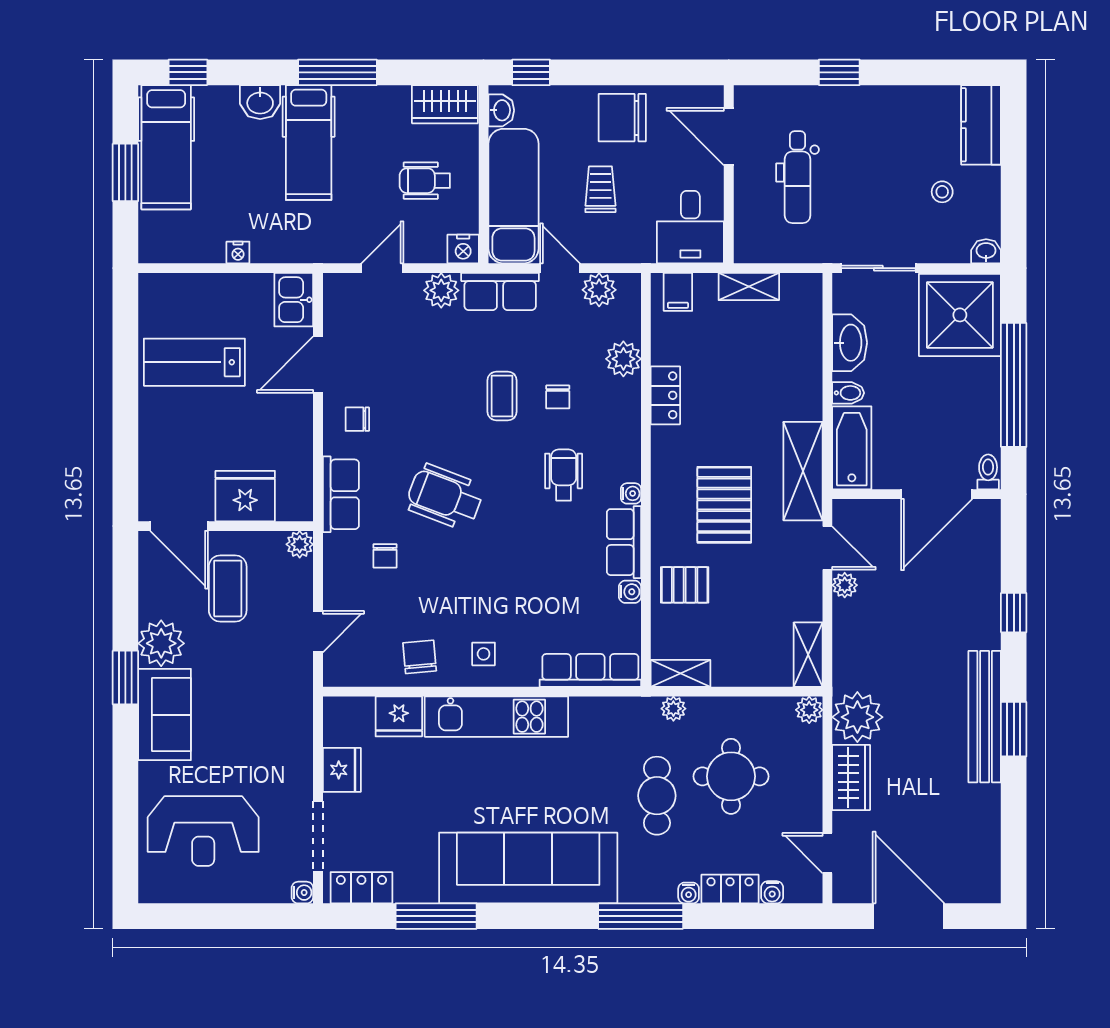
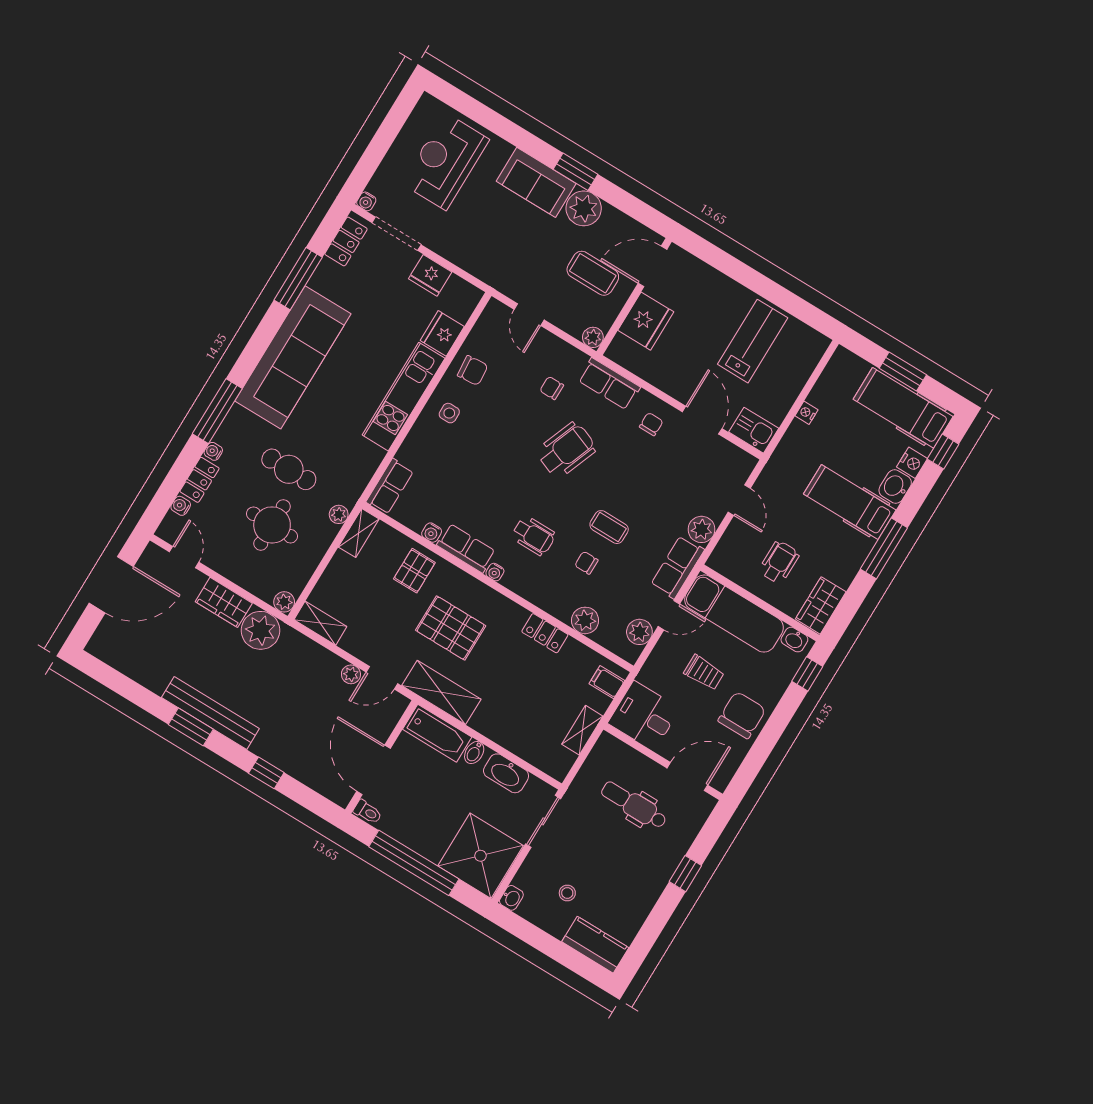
nightstand: (463, 249) -> (912, 463), moved, turned 180
row of seats: (590, 670) -> (390, 486), width x0.68
door: (827, 853) -> (184, 557), hinge flipped

